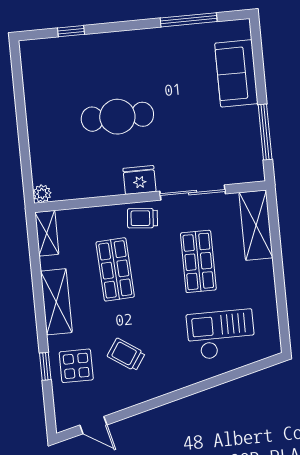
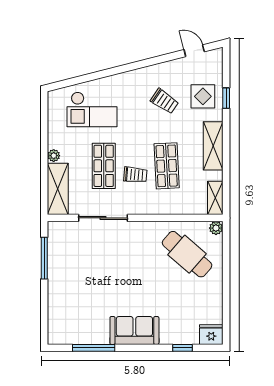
sofa: (236, 73) -> (134, 330), moved, turned -90
cafe table: (117, 117) -> (187, 254), moved, turned 41
fridge: (140, 180) -> (211, 335), moved, turned 180
trolley: (142, 218) -> (135, 175), moved
plant: (266, 269) -> (54, 156), added

